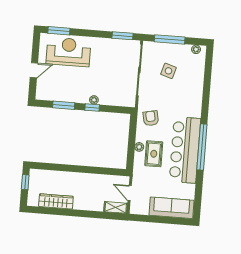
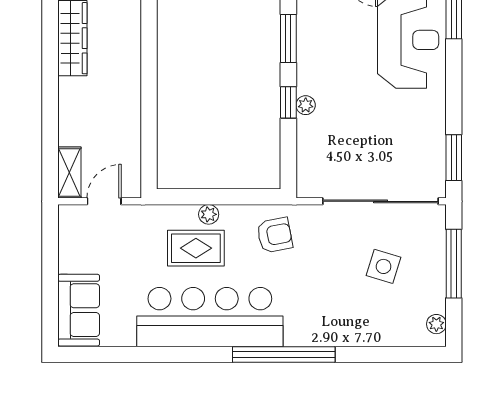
window: (202, 147) -> (284, 354), moved
sofa: (171, 208) -> (79, 310), width x0.73

